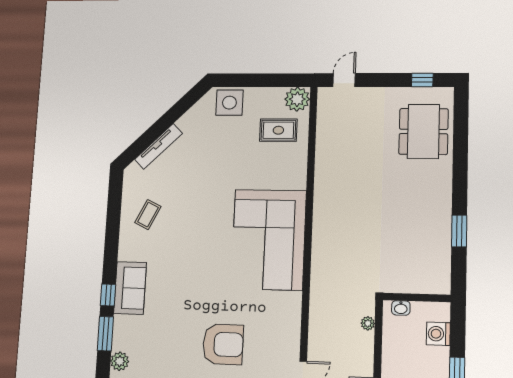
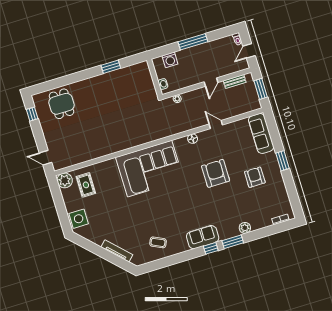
dining table: (423, 131) -> (61, 104), width x0.73
floor lamp: (293, 326) -> (193, 139), added

